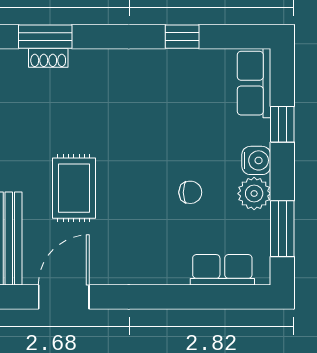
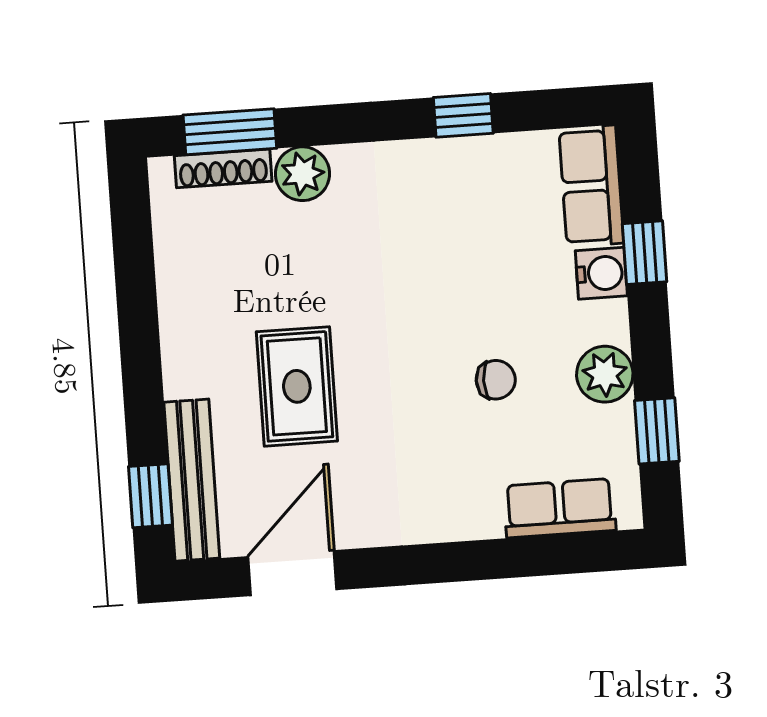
shoe rack: (48, 58) -> (223, 168), width x1.43
plant: (86, 64) -> (303, 174), added
water cooler: (256, 160) -> (601, 273), moved
window: (282, 229) -> (657, 431), width x0.67

